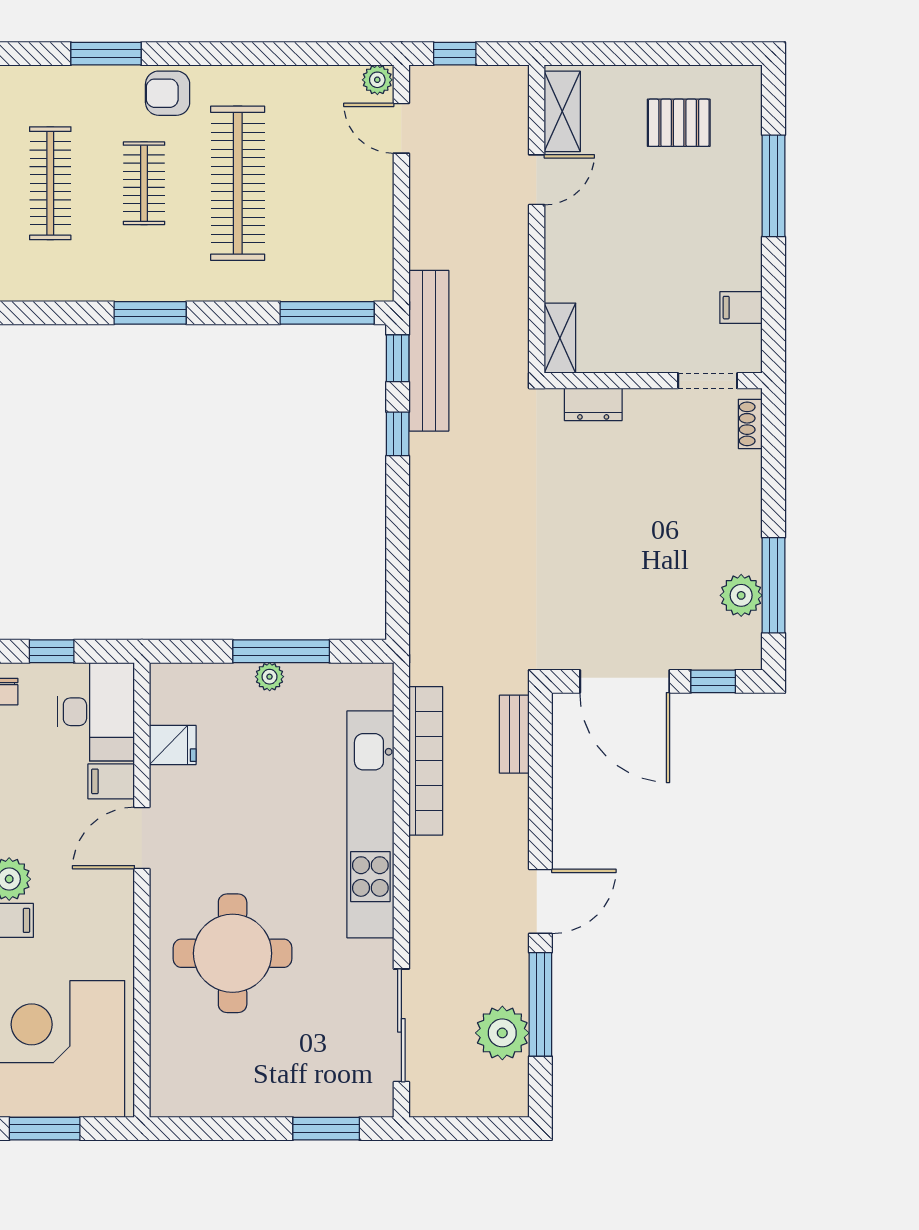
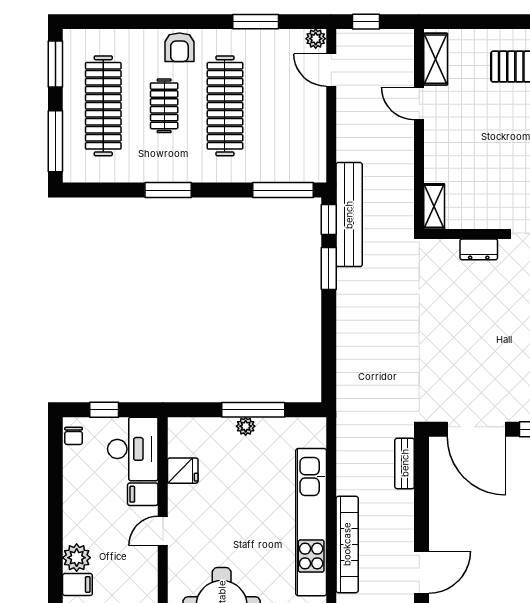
window: (106, 54) -> (256, 22), moved
armchair: (168, 93) -> (179, 47), turned -90
door: (537, 180) -> (419, 104), swing flipped
clothes rail: (50, 183) -> (103, 106), width x1.37, depth x1.31
dresser: (593, 404) -> (479, 249), moved
window: (398, 434) -> (329, 269), width x1.50
bookcase: (426, 761) -> (347, 544), moved
door: (142, 838) -> (163, 531), width x0.73

